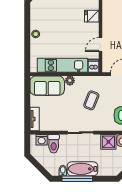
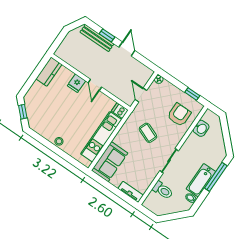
door: (100, 45) -> (95, 85), moved
plant: (70, 81) -> (119, 139), removed
washing machine: (42, 140) -> (152, 198), removed
shower: (108, 142) -> (193, 142), removed
window: (77, 179) -> (216, 177), moved

